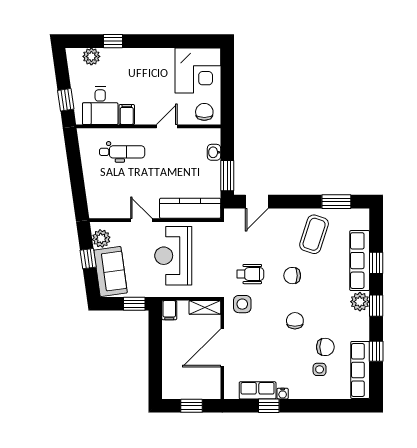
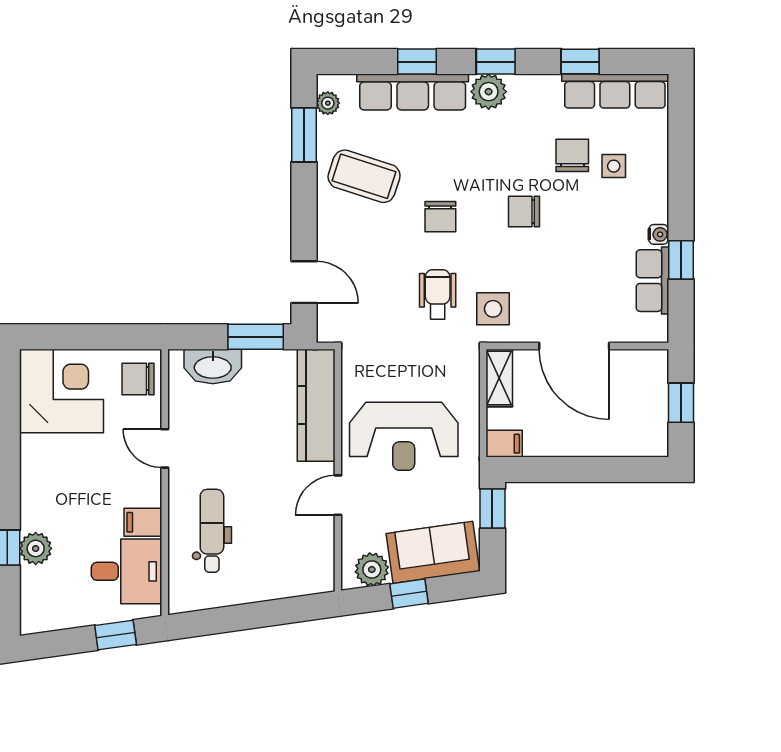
plant: (91, 56) -> (36, 548), moved
washbasin: (214, 152) -> (213, 366), width x1.91, depth x1.45
plant: (354, 215) -> (328, 103), added

